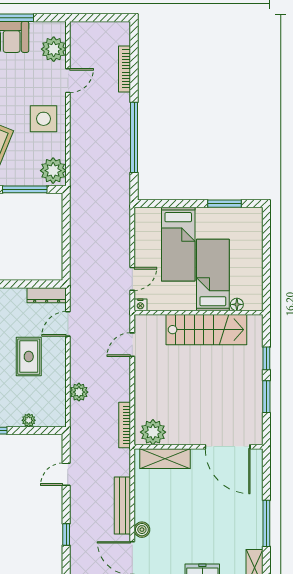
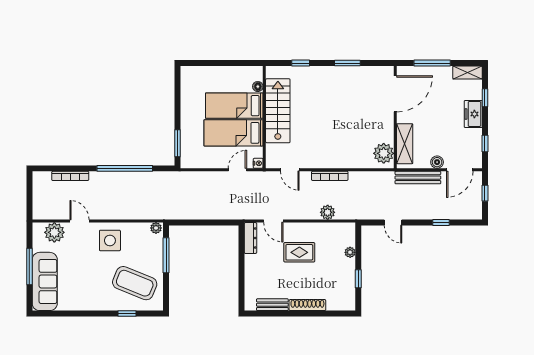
plant: (53, 171) -> (156, 228), width x0.53, depth x0.53
window: (224, 204) -> (177, 143), moved
bed: (178, 244) -> (233, 133), moved, turned 180
door: (132, 279) -> (237, 170), hinge flipped
window: (266, 397) -> (347, 63), moved
bookcase: (125, 425) -> (330, 176), moved
plant: (153, 432) -> (384, 153), moved
wall: (198, 447) -> (395, 117), moved
door: (228, 447) -> (395, 94), moved
shelving: (165, 459) -> (405, 144), moved

